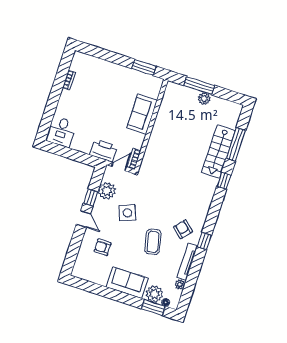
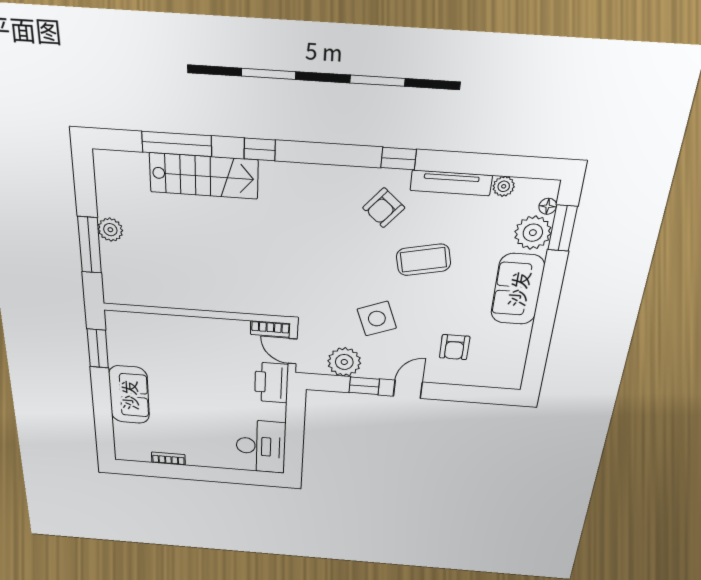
sofa: (142, 114) -> (129, 395), moved, turned -90
desk: (61, 132) -> (261, 446), width x1.37

